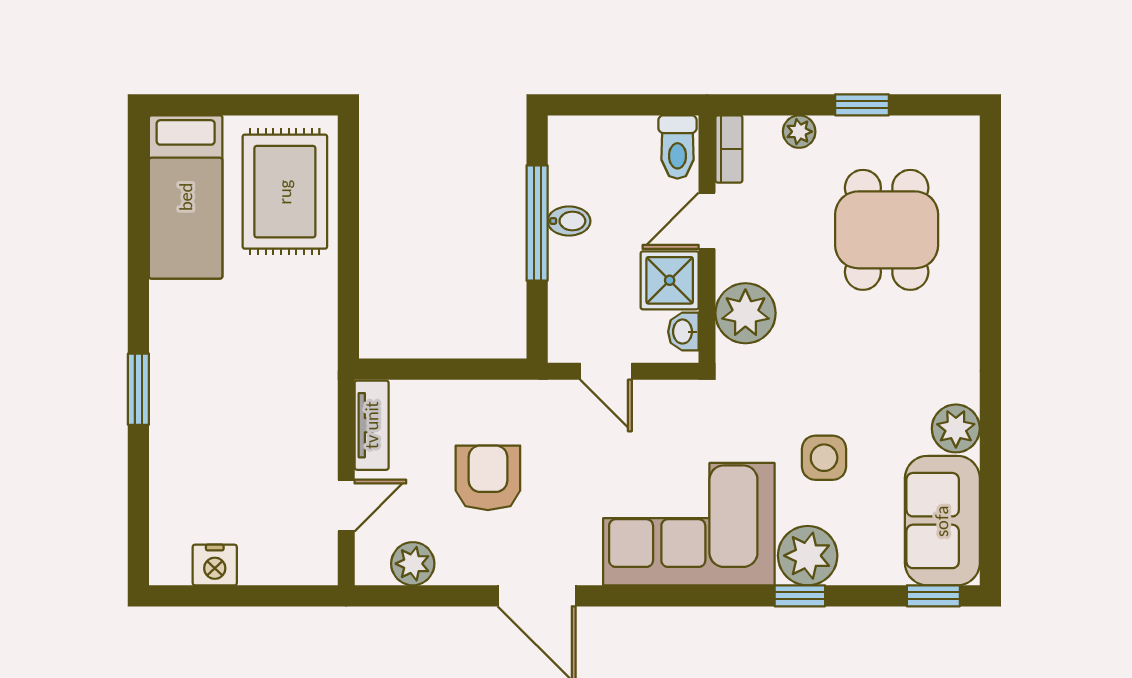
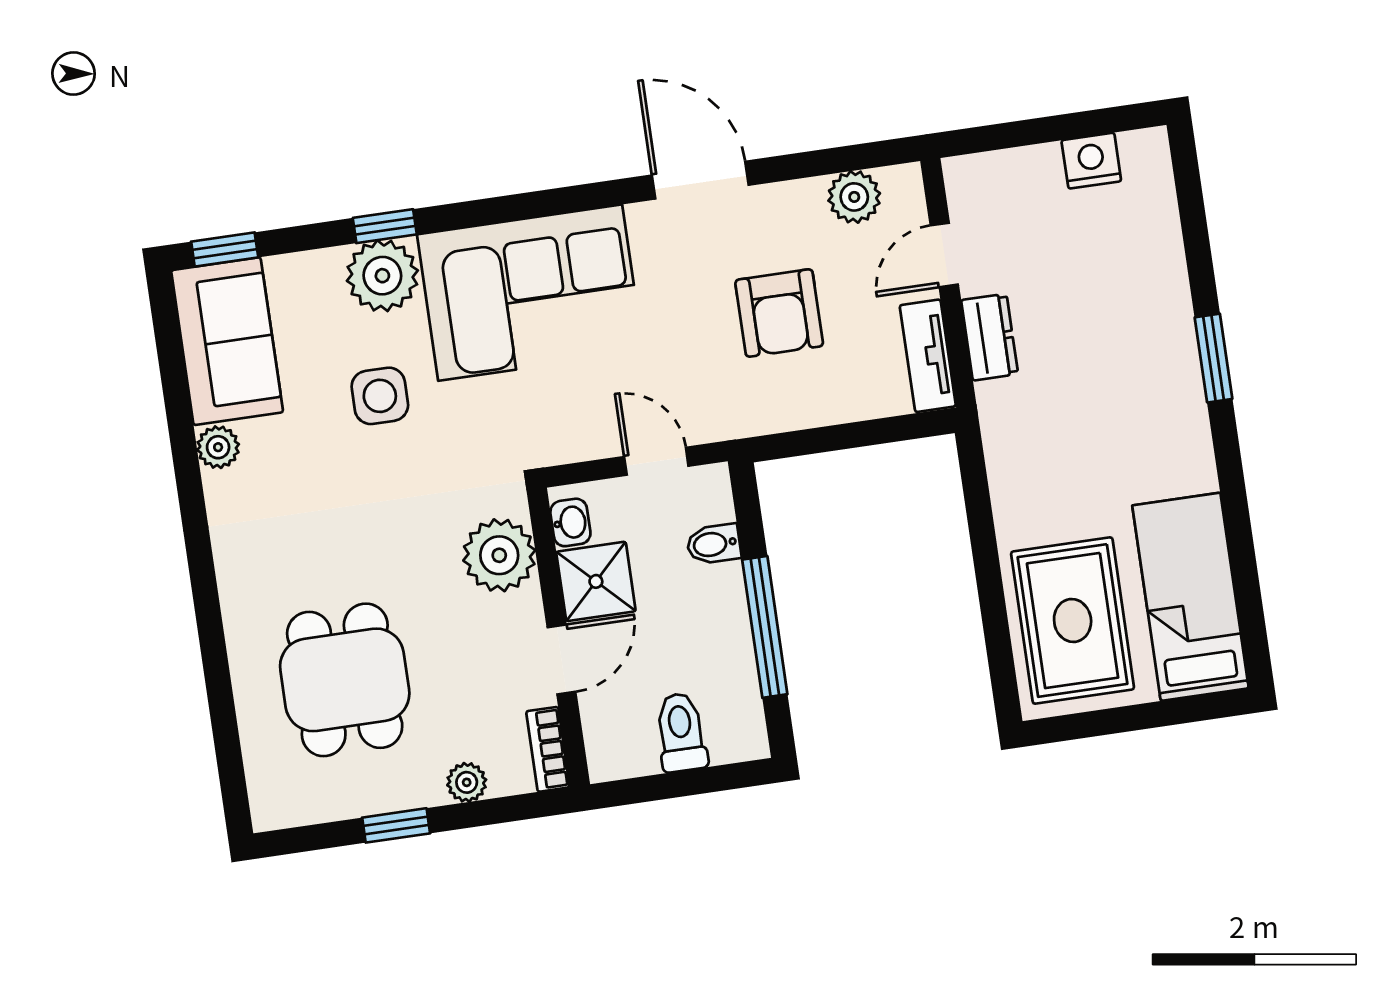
toilet: (677, 147) -> (681, 732), moved
bidet: (569, 221) -> (714, 544), moved
plant: (956, 428) -> (218, 447), width x0.73, depth x0.73
dresser: (319, 433) -> (990, 337), added

